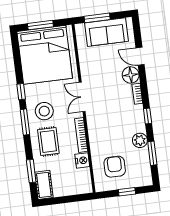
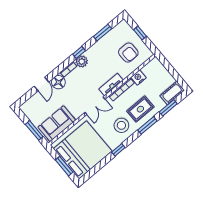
sofa: (106, 32) -> (57, 124), moved, turned -90
window: (25, 122) -> (147, 125), moved
tv unit: (93, 128) -> (111, 85), added
plant: (140, 140) -> (82, 62), moved
armchair: (115, 167) -> (128, 53), turned -90

